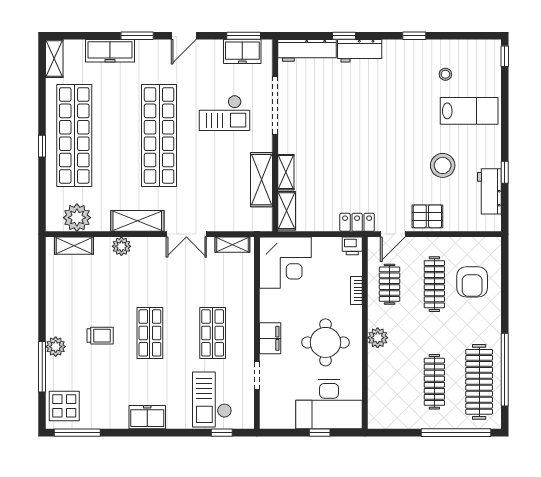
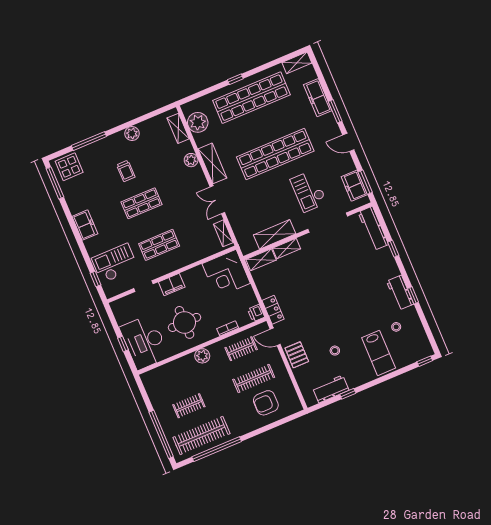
workbench: (360, 51) -> (400, 293), moved
stool: (443, 165) -> (335, 351), width x0.53, depth x0.53
plant: (56, 347) -> (132, 133), moved
clothes rail: (434, 382) -> (189, 406), width x0.73

